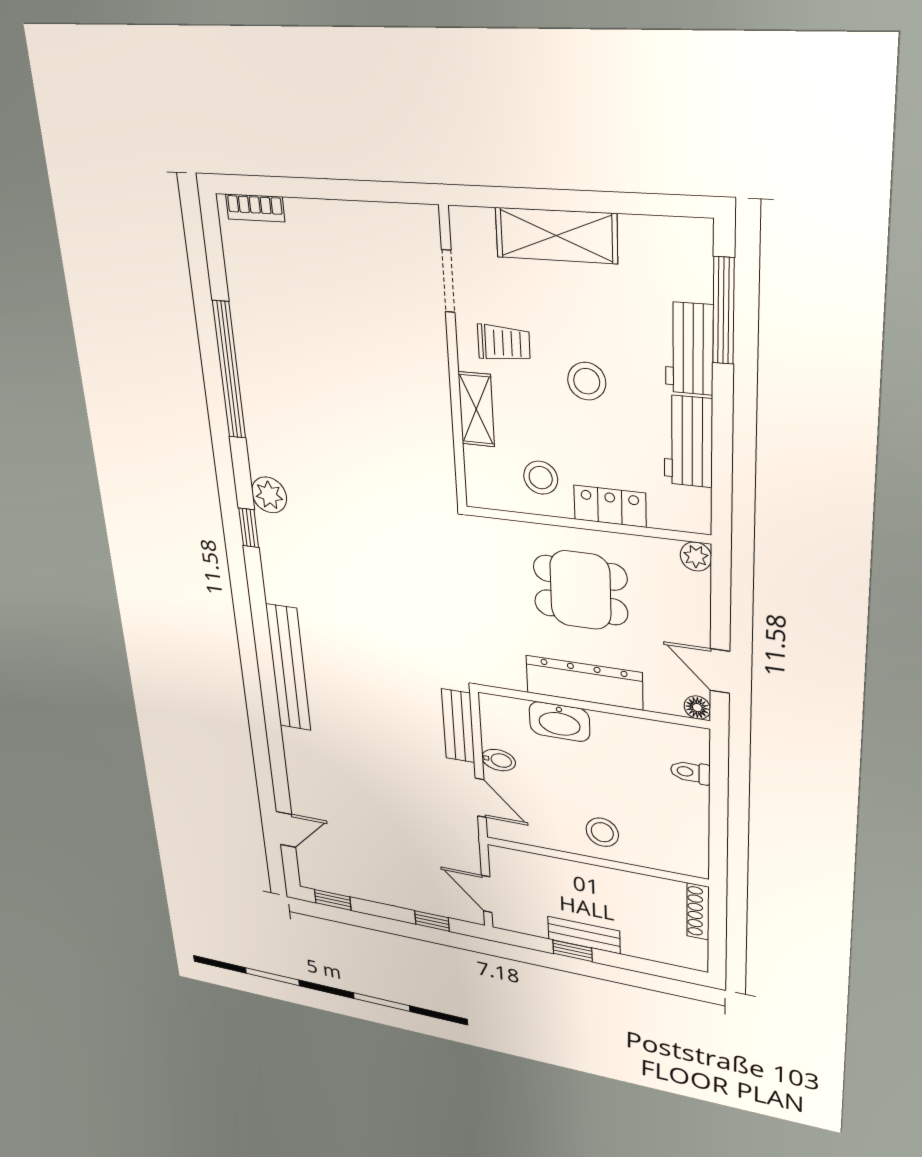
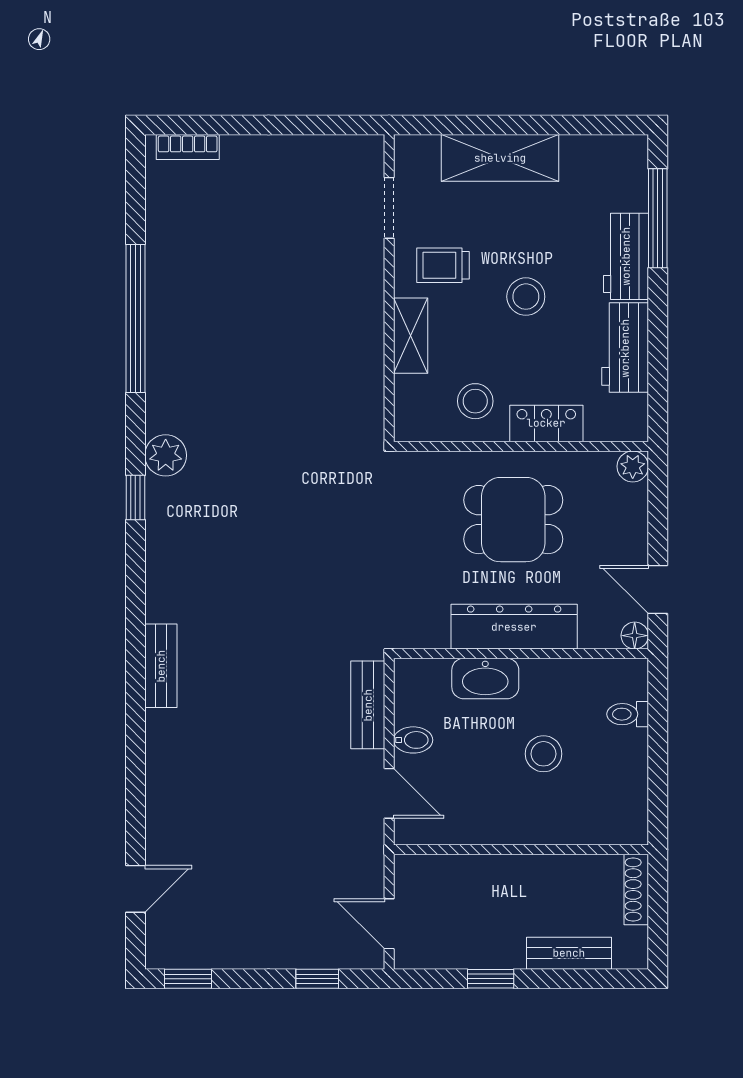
trolley: (504, 343) -> (443, 265), turned 180
bench: (288, 668) -> (161, 666), width x0.54, depth x0.82
stool: (602, 832) -> (544, 754), moved
bench: (584, 935) -> (569, 953), moved

